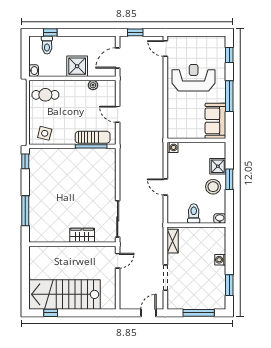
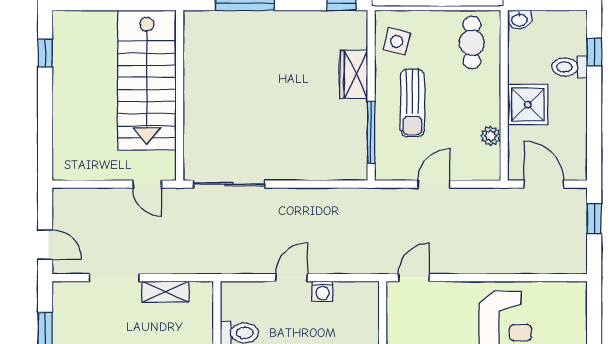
toilet: (47, 45) -> (569, 67), moved
door: (165, 48) -> (414, 278), moved
sun lounger: (93, 137) -> (413, 103), moved
washing machine: (173, 147) -> (323, 291), moved
wardrobe: (82, 235) -> (354, 74), moved, turned 180
shelving: (173, 241) -> (165, 292), moved
stairs: (65, 294) -> (147, 80), moved, turned 180

